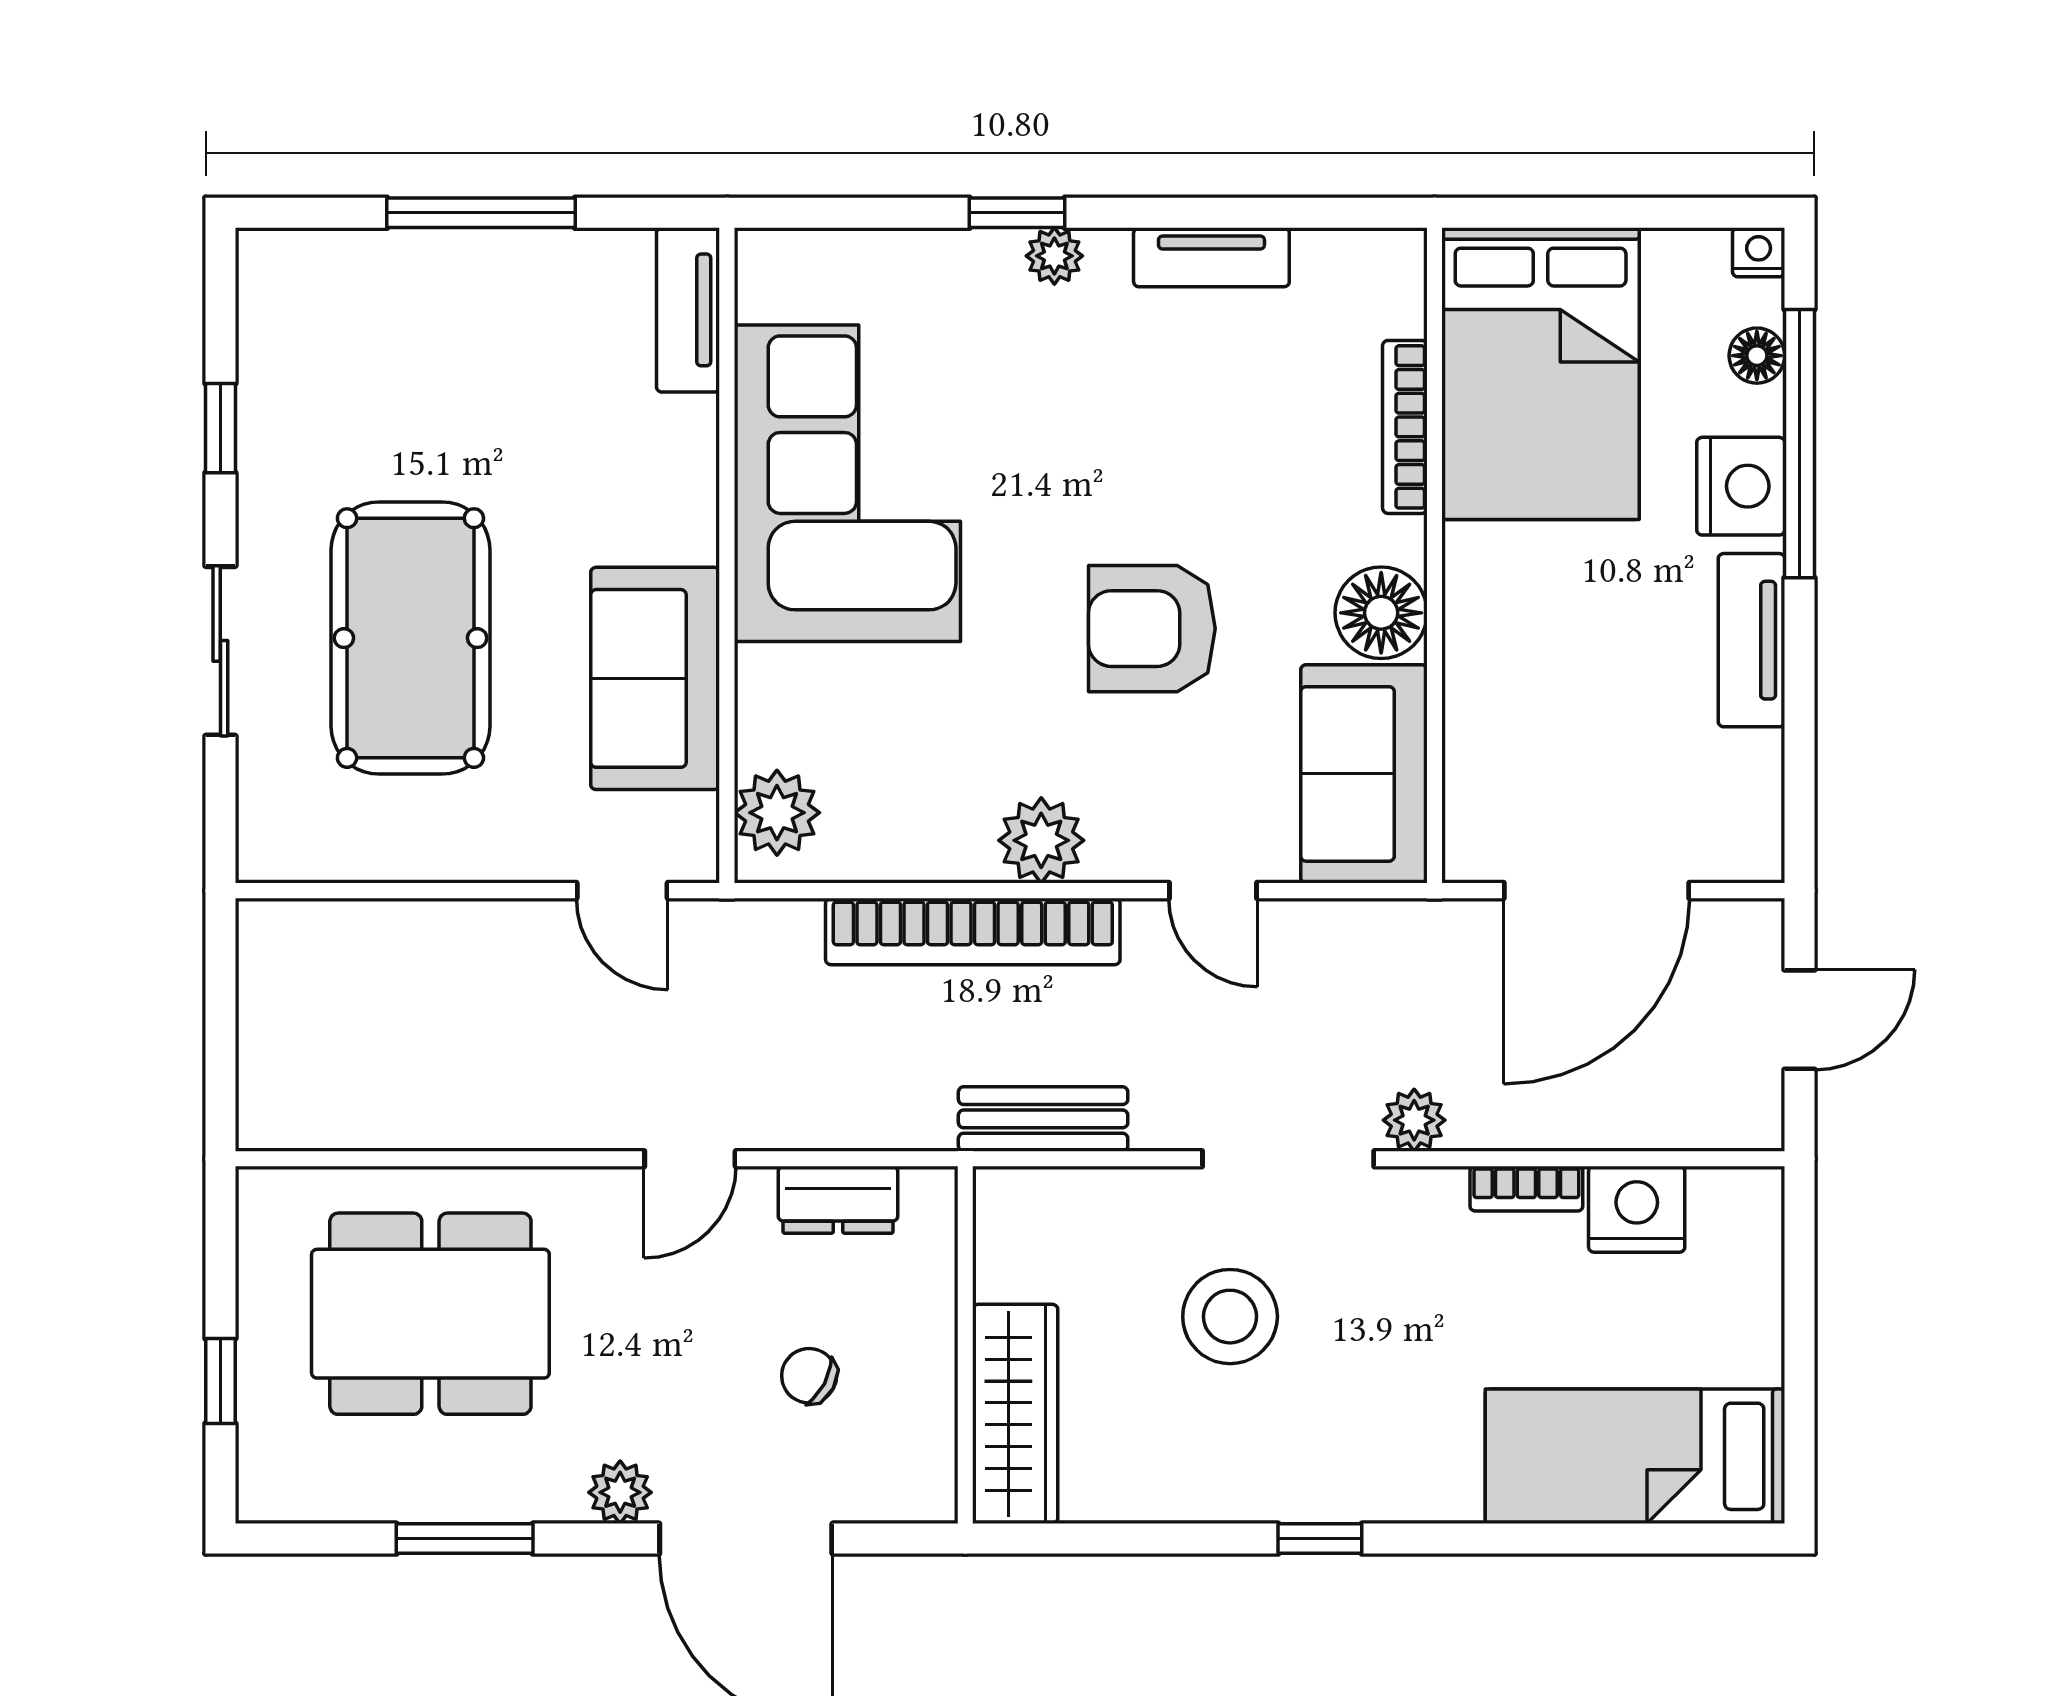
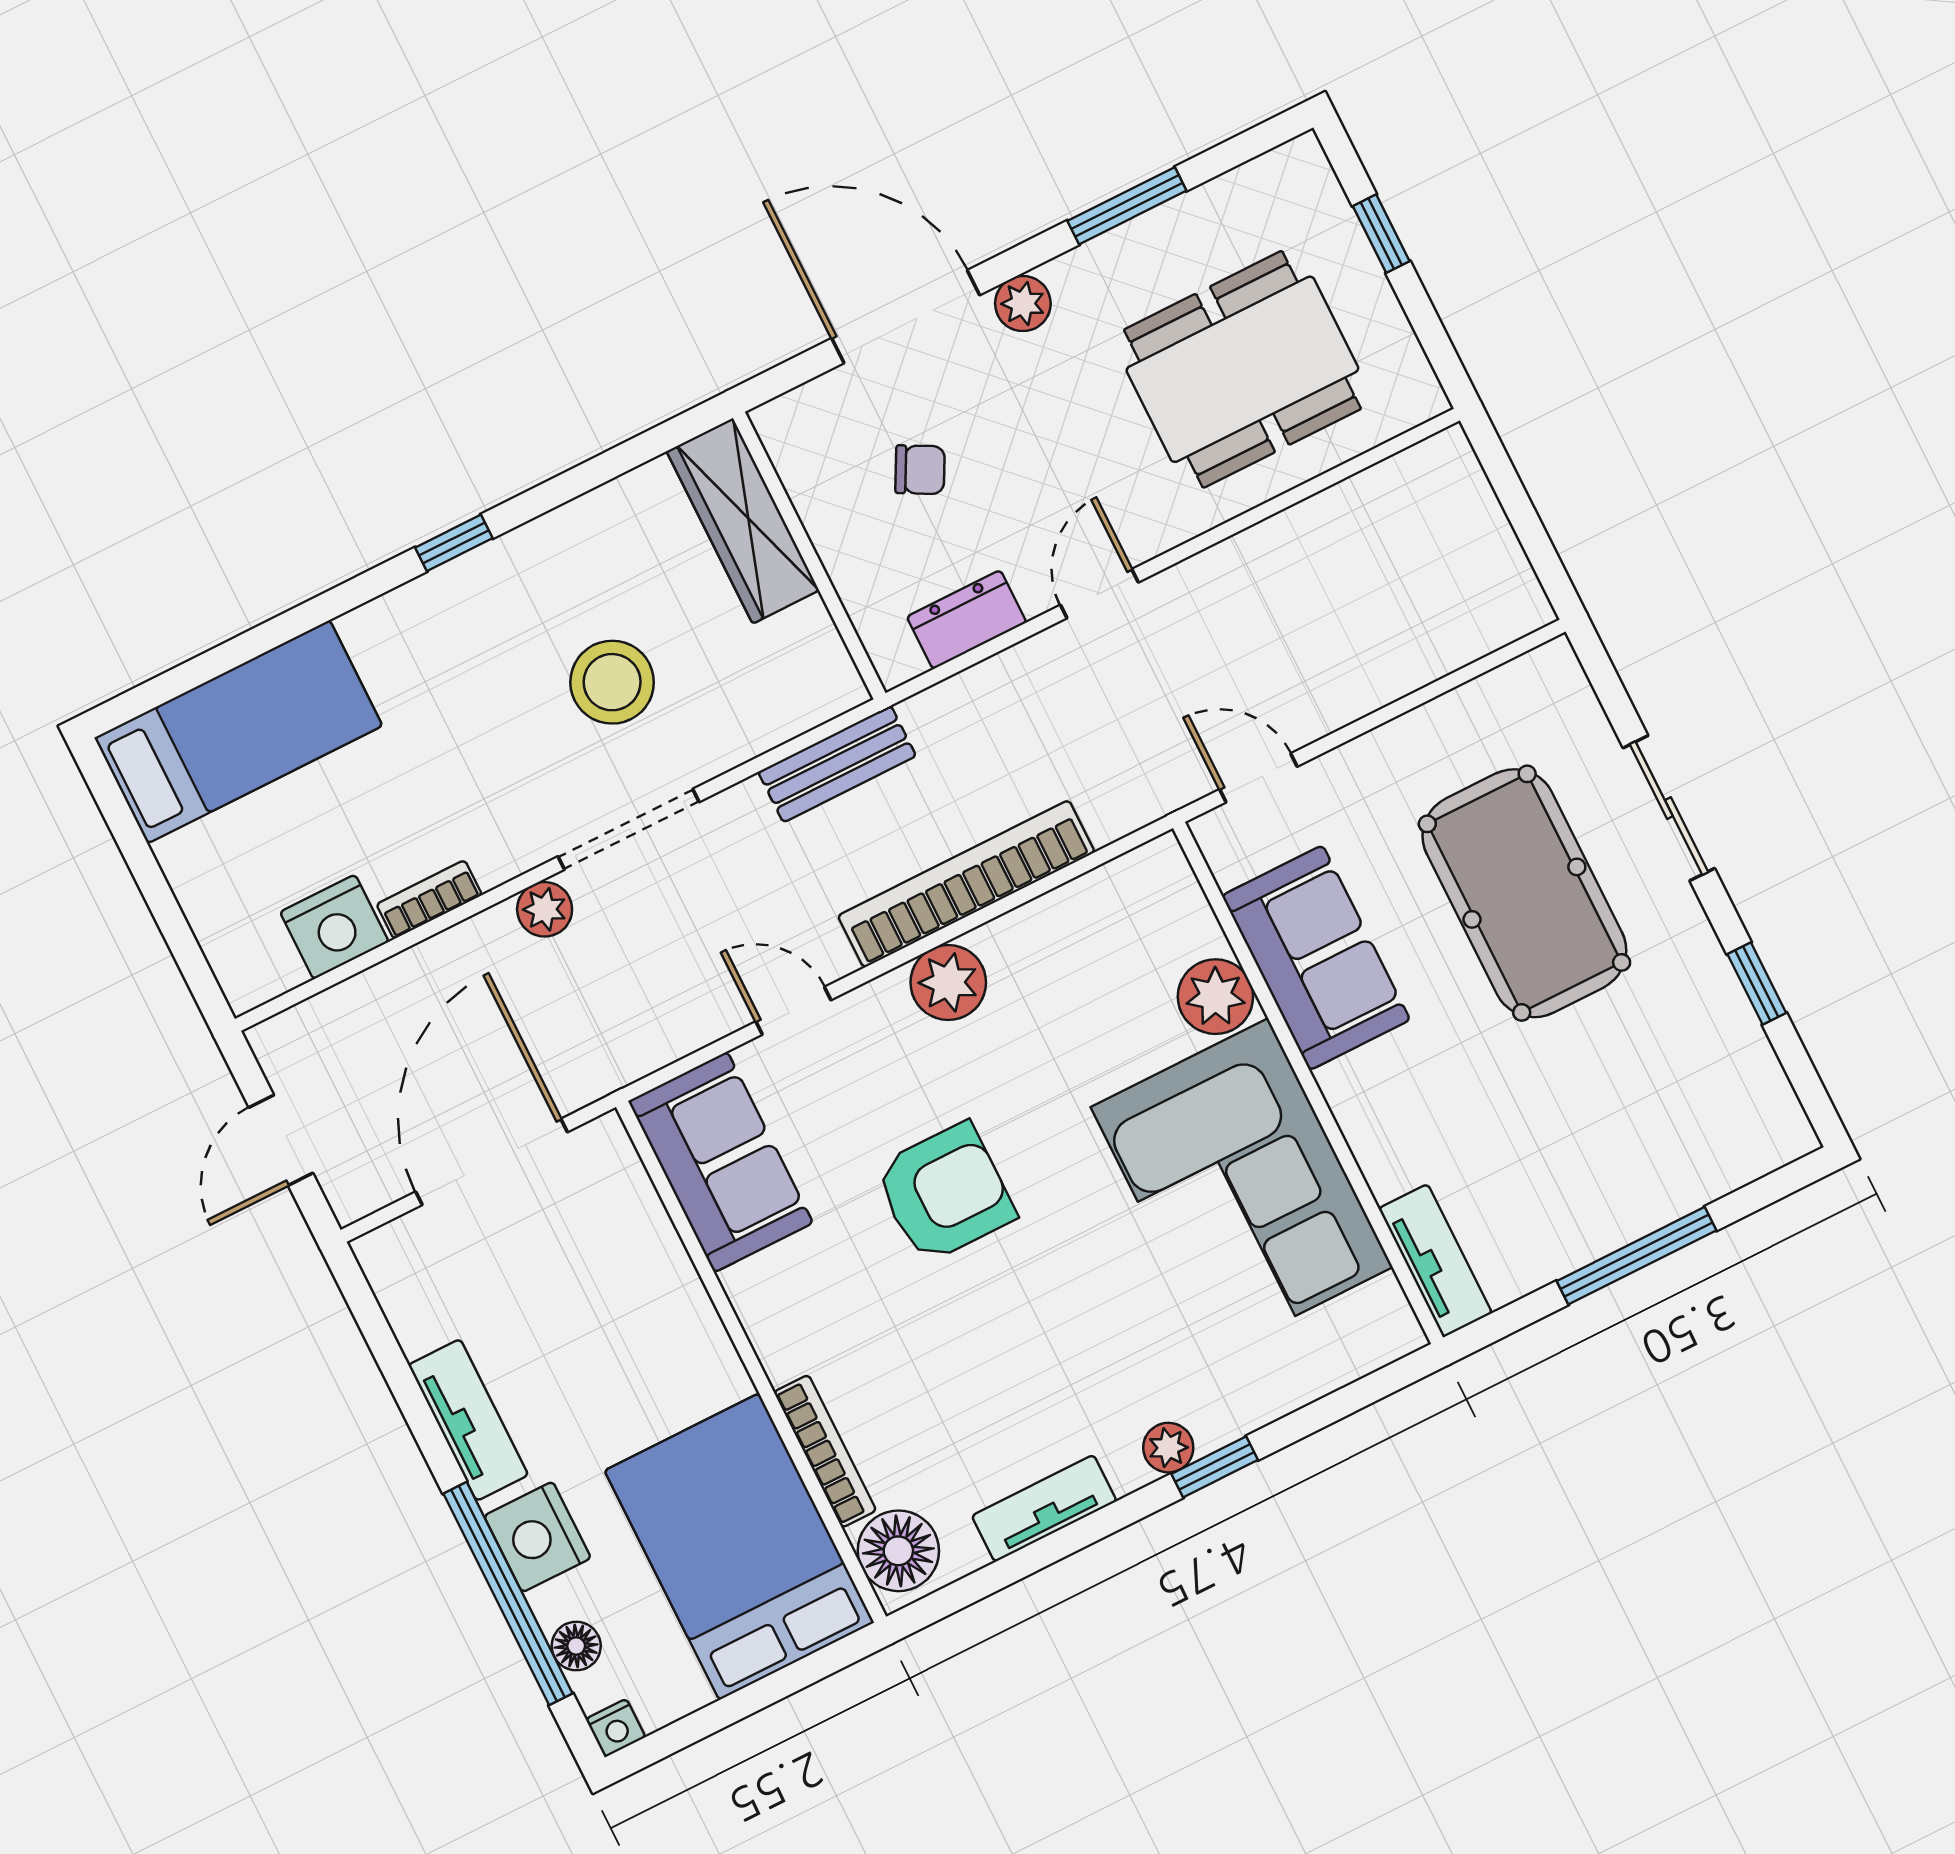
floor lamp: (1381, 613) -> (898, 1551), moved
plant: (777, 813) -> (1215, 997), moved

